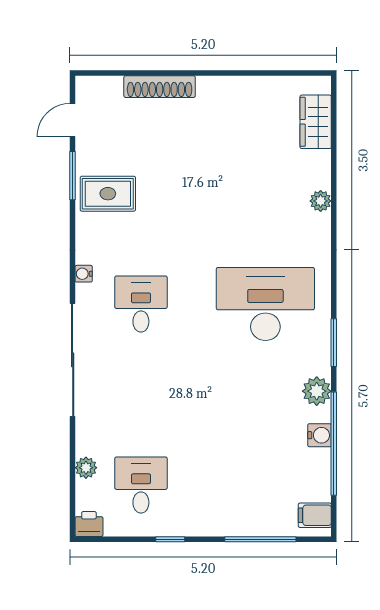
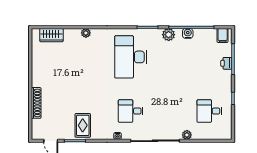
plant: (86, 468) -> (187, 135), moved
printer: (89, 524) -> (226, 63), moved

